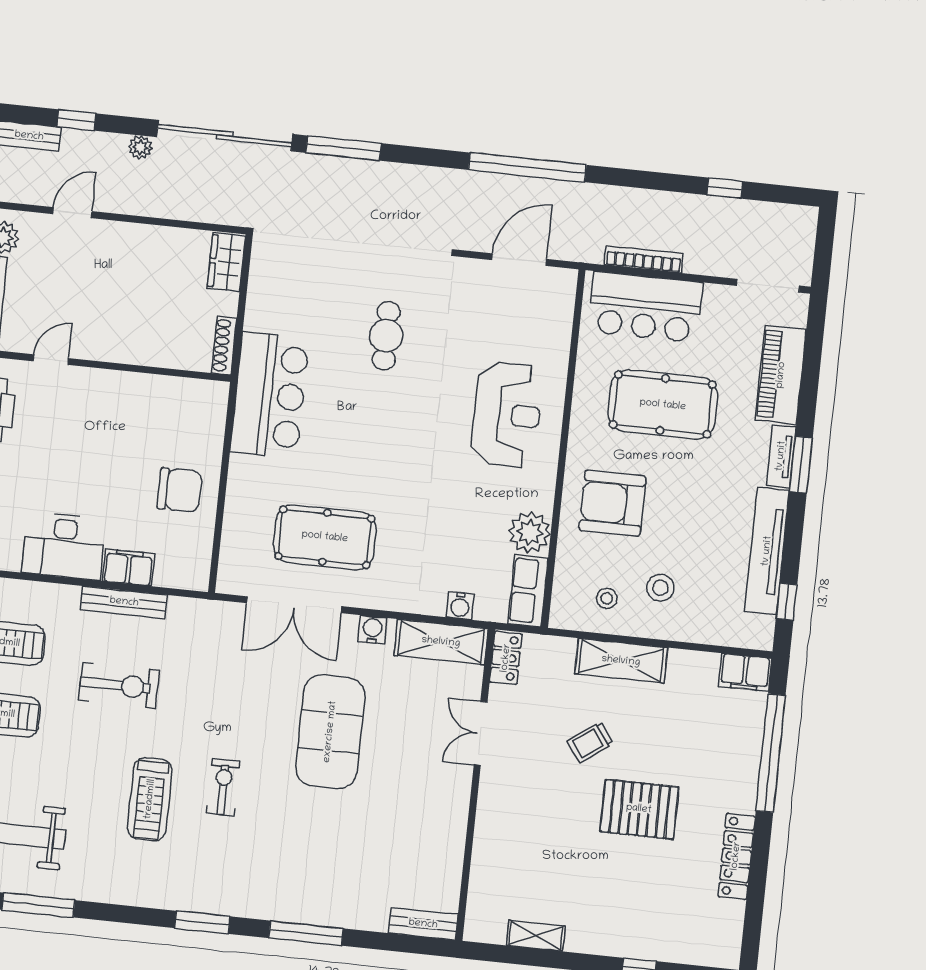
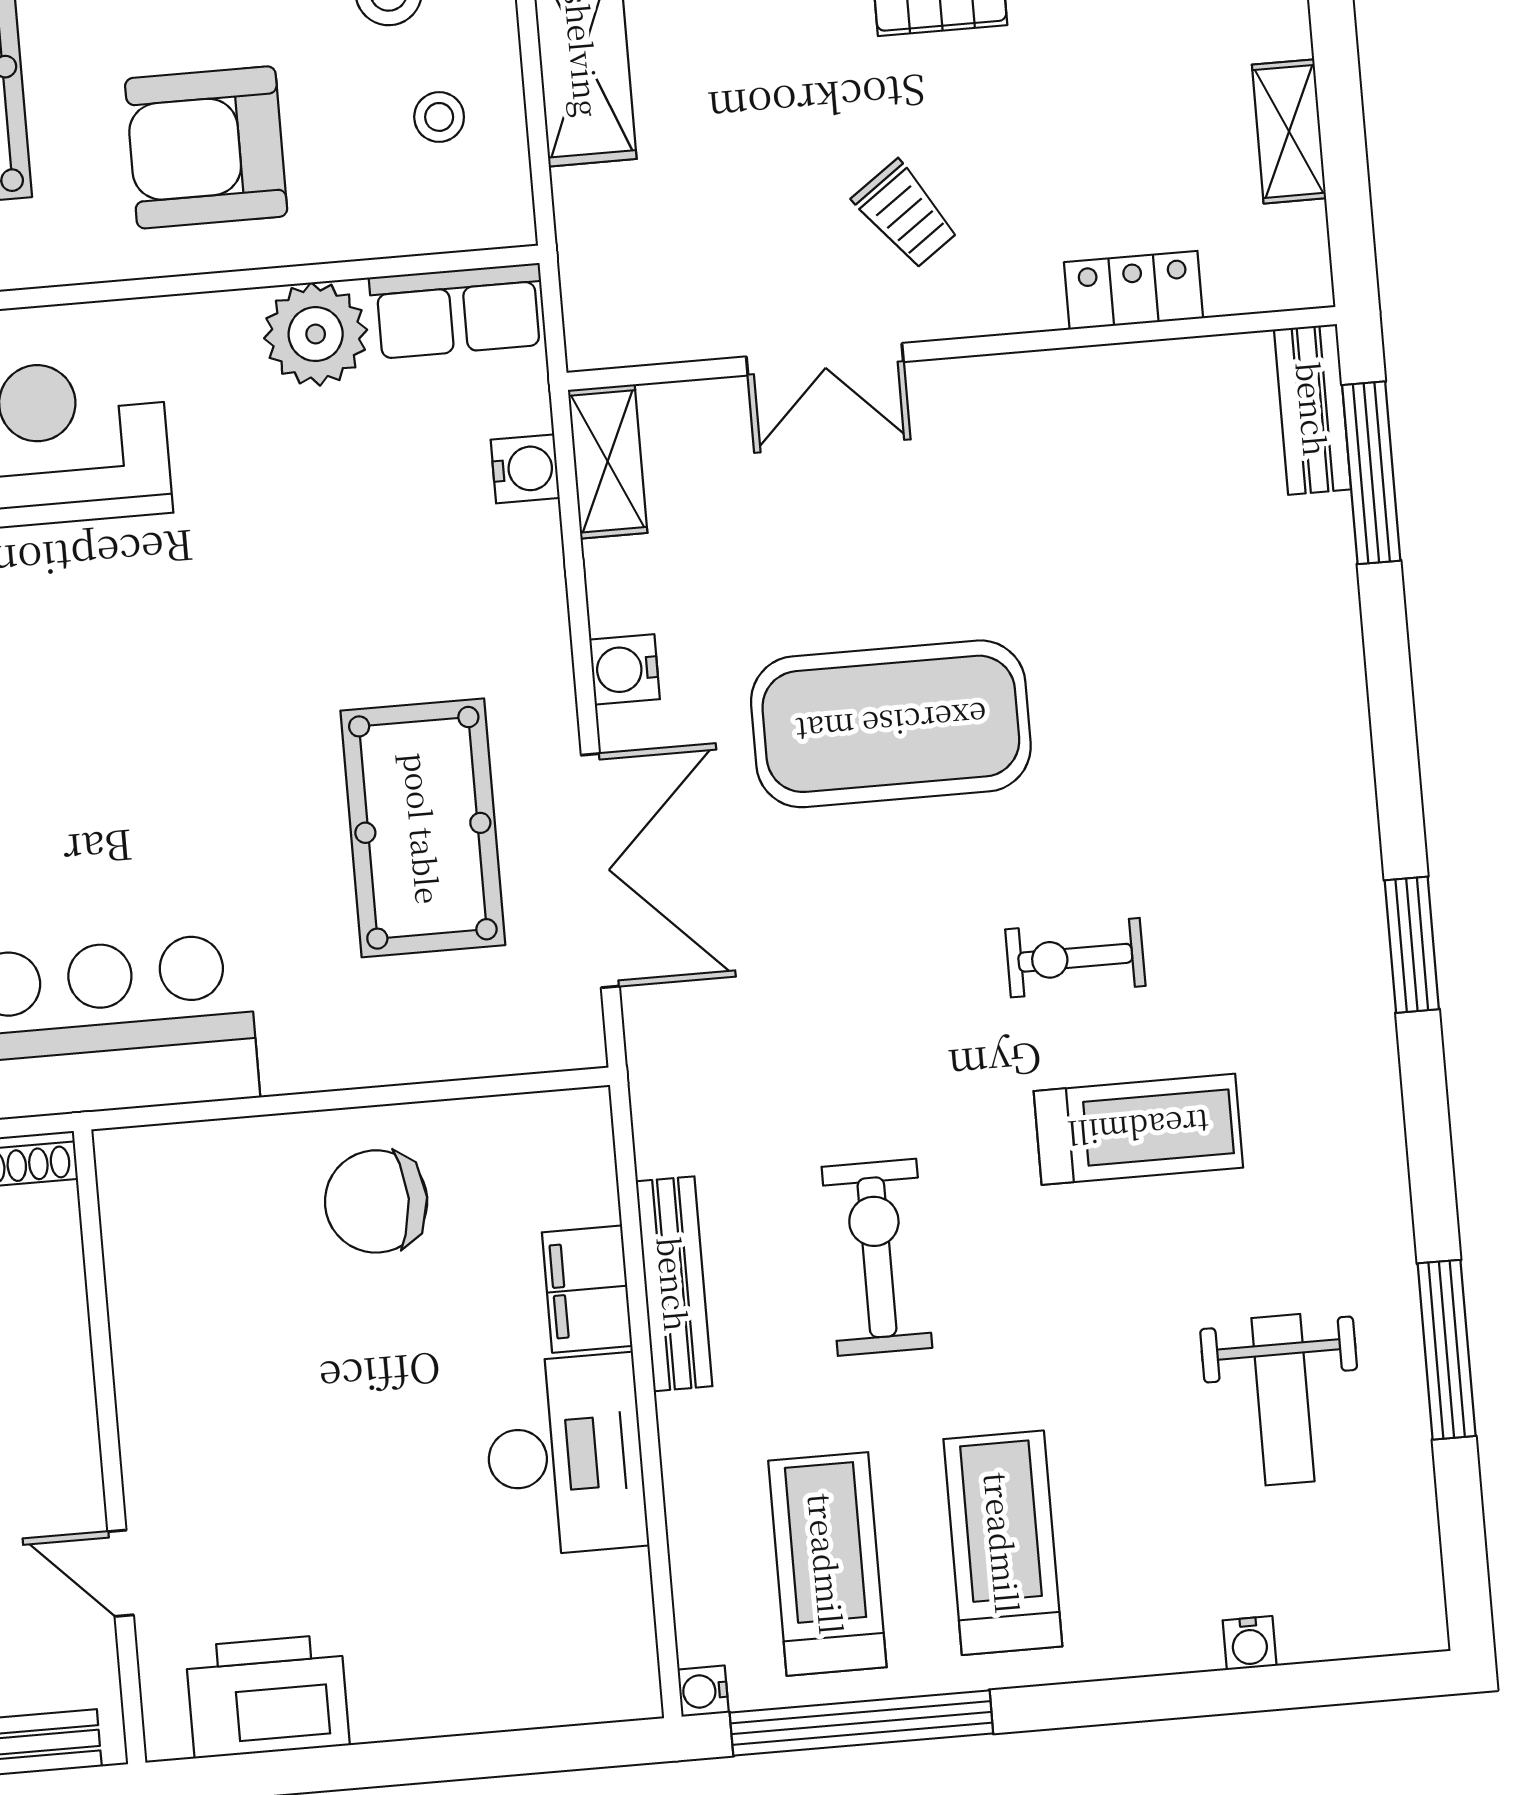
chair: (180, 490) -> (376, 1201), turned -90
armchair: (612, 503) -> (206, 147), turned 90
shelving: (441, 642) -> (608, 461), width x0.67, depth x0.75
locker: (506, 658) -> (1134, 290), moved
trolley: (590, 742) -> (905, 214), moved
window: (306, 933) -> (1371, 473), moved

